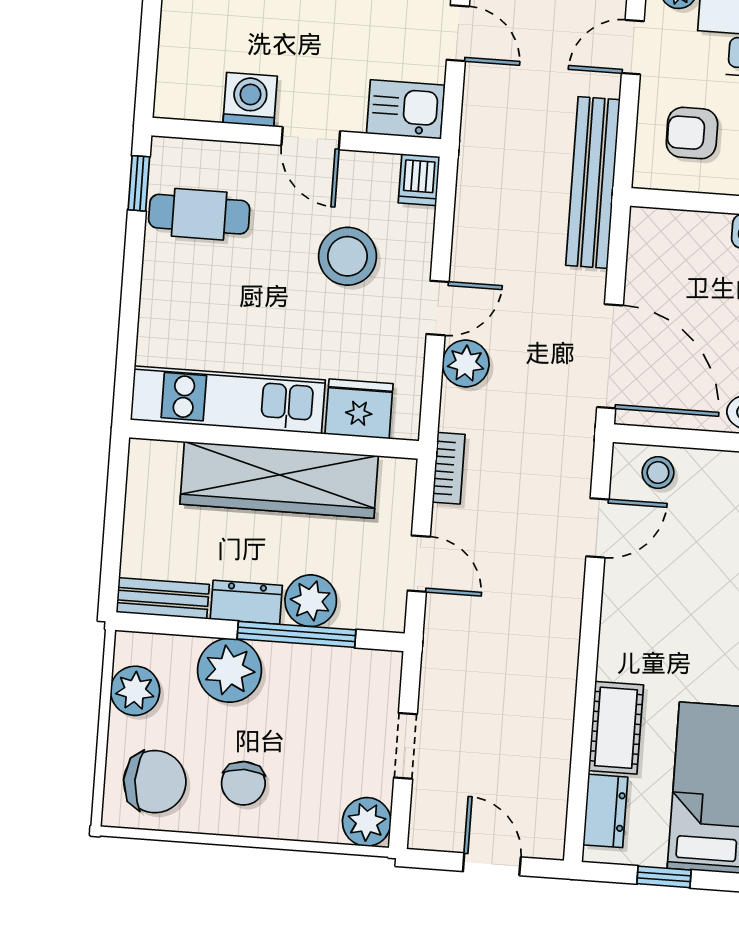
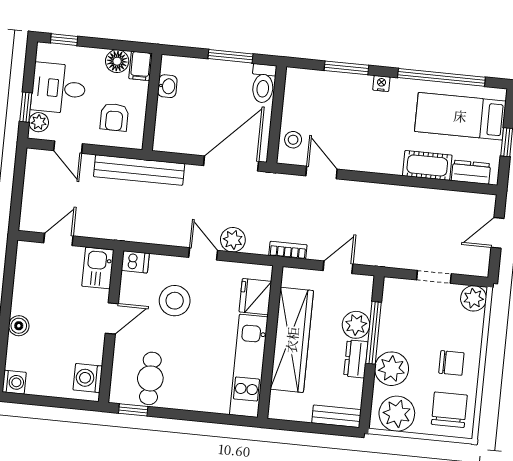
washing machine: (250, 100) -> (88, 378), moved
bench: (163, 598) -> (336, 416), moved, turned 90
plant: (135, 691) -> (397, 414), width x1.36, depth x1.36

